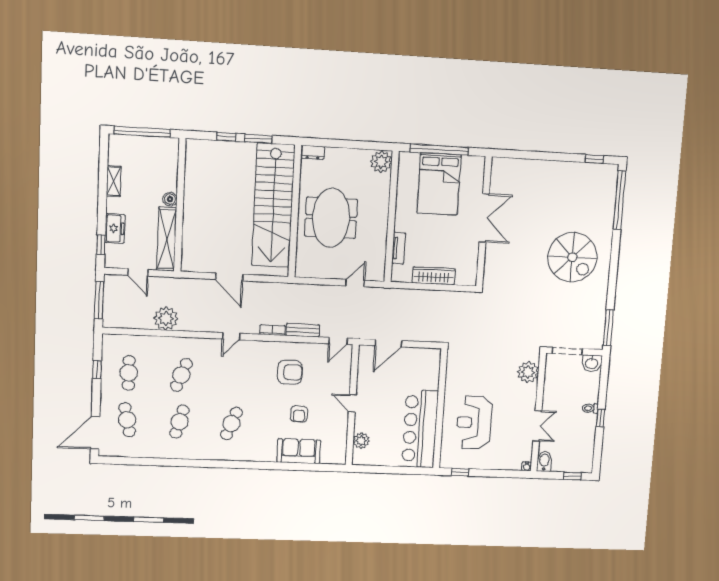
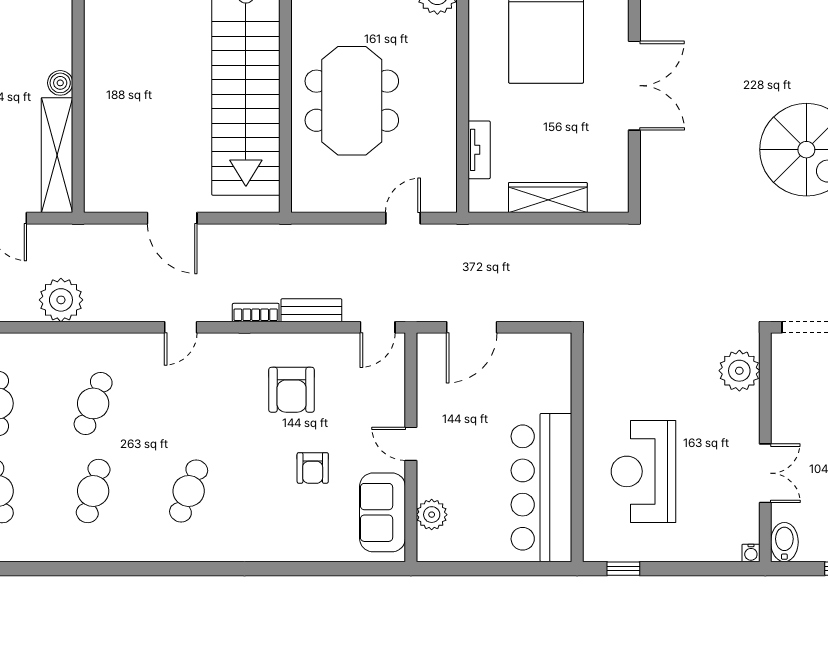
armchair: (290, 372) -> (292, 390), turned 90
sofa: (299, 451) -> (382, 512), moved, turned -90

